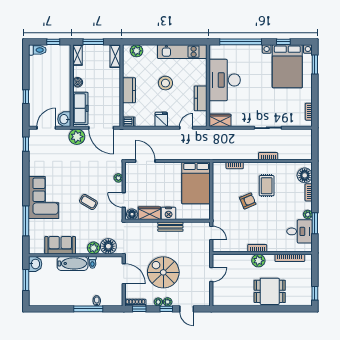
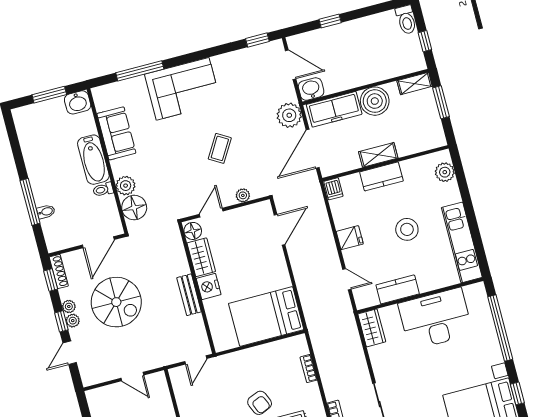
shelving: (115, 56) -> (378, 155), moved
boiler: (78, 82) -> (375, 101), width x1.86, depth x1.86
coffee table: (88, 202) -> (220, 148), moved
spiral stairs: (163, 272) -> (116, 302), turned 90

